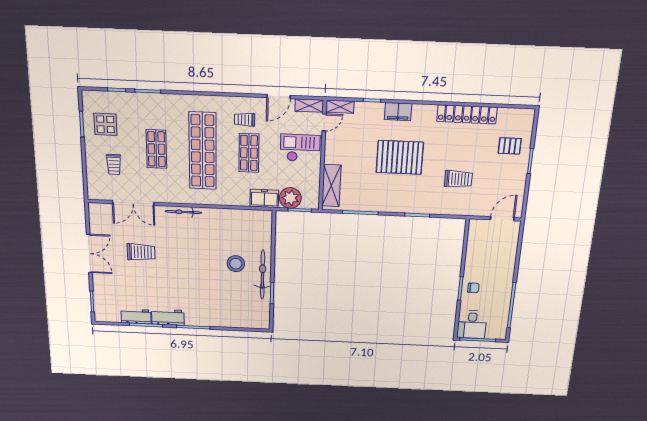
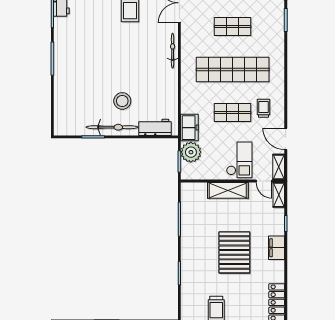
shelving: (331, 186) -> (228, 190), moved
workbench: (168, 317) -> (155, 127), moved, turned -90

